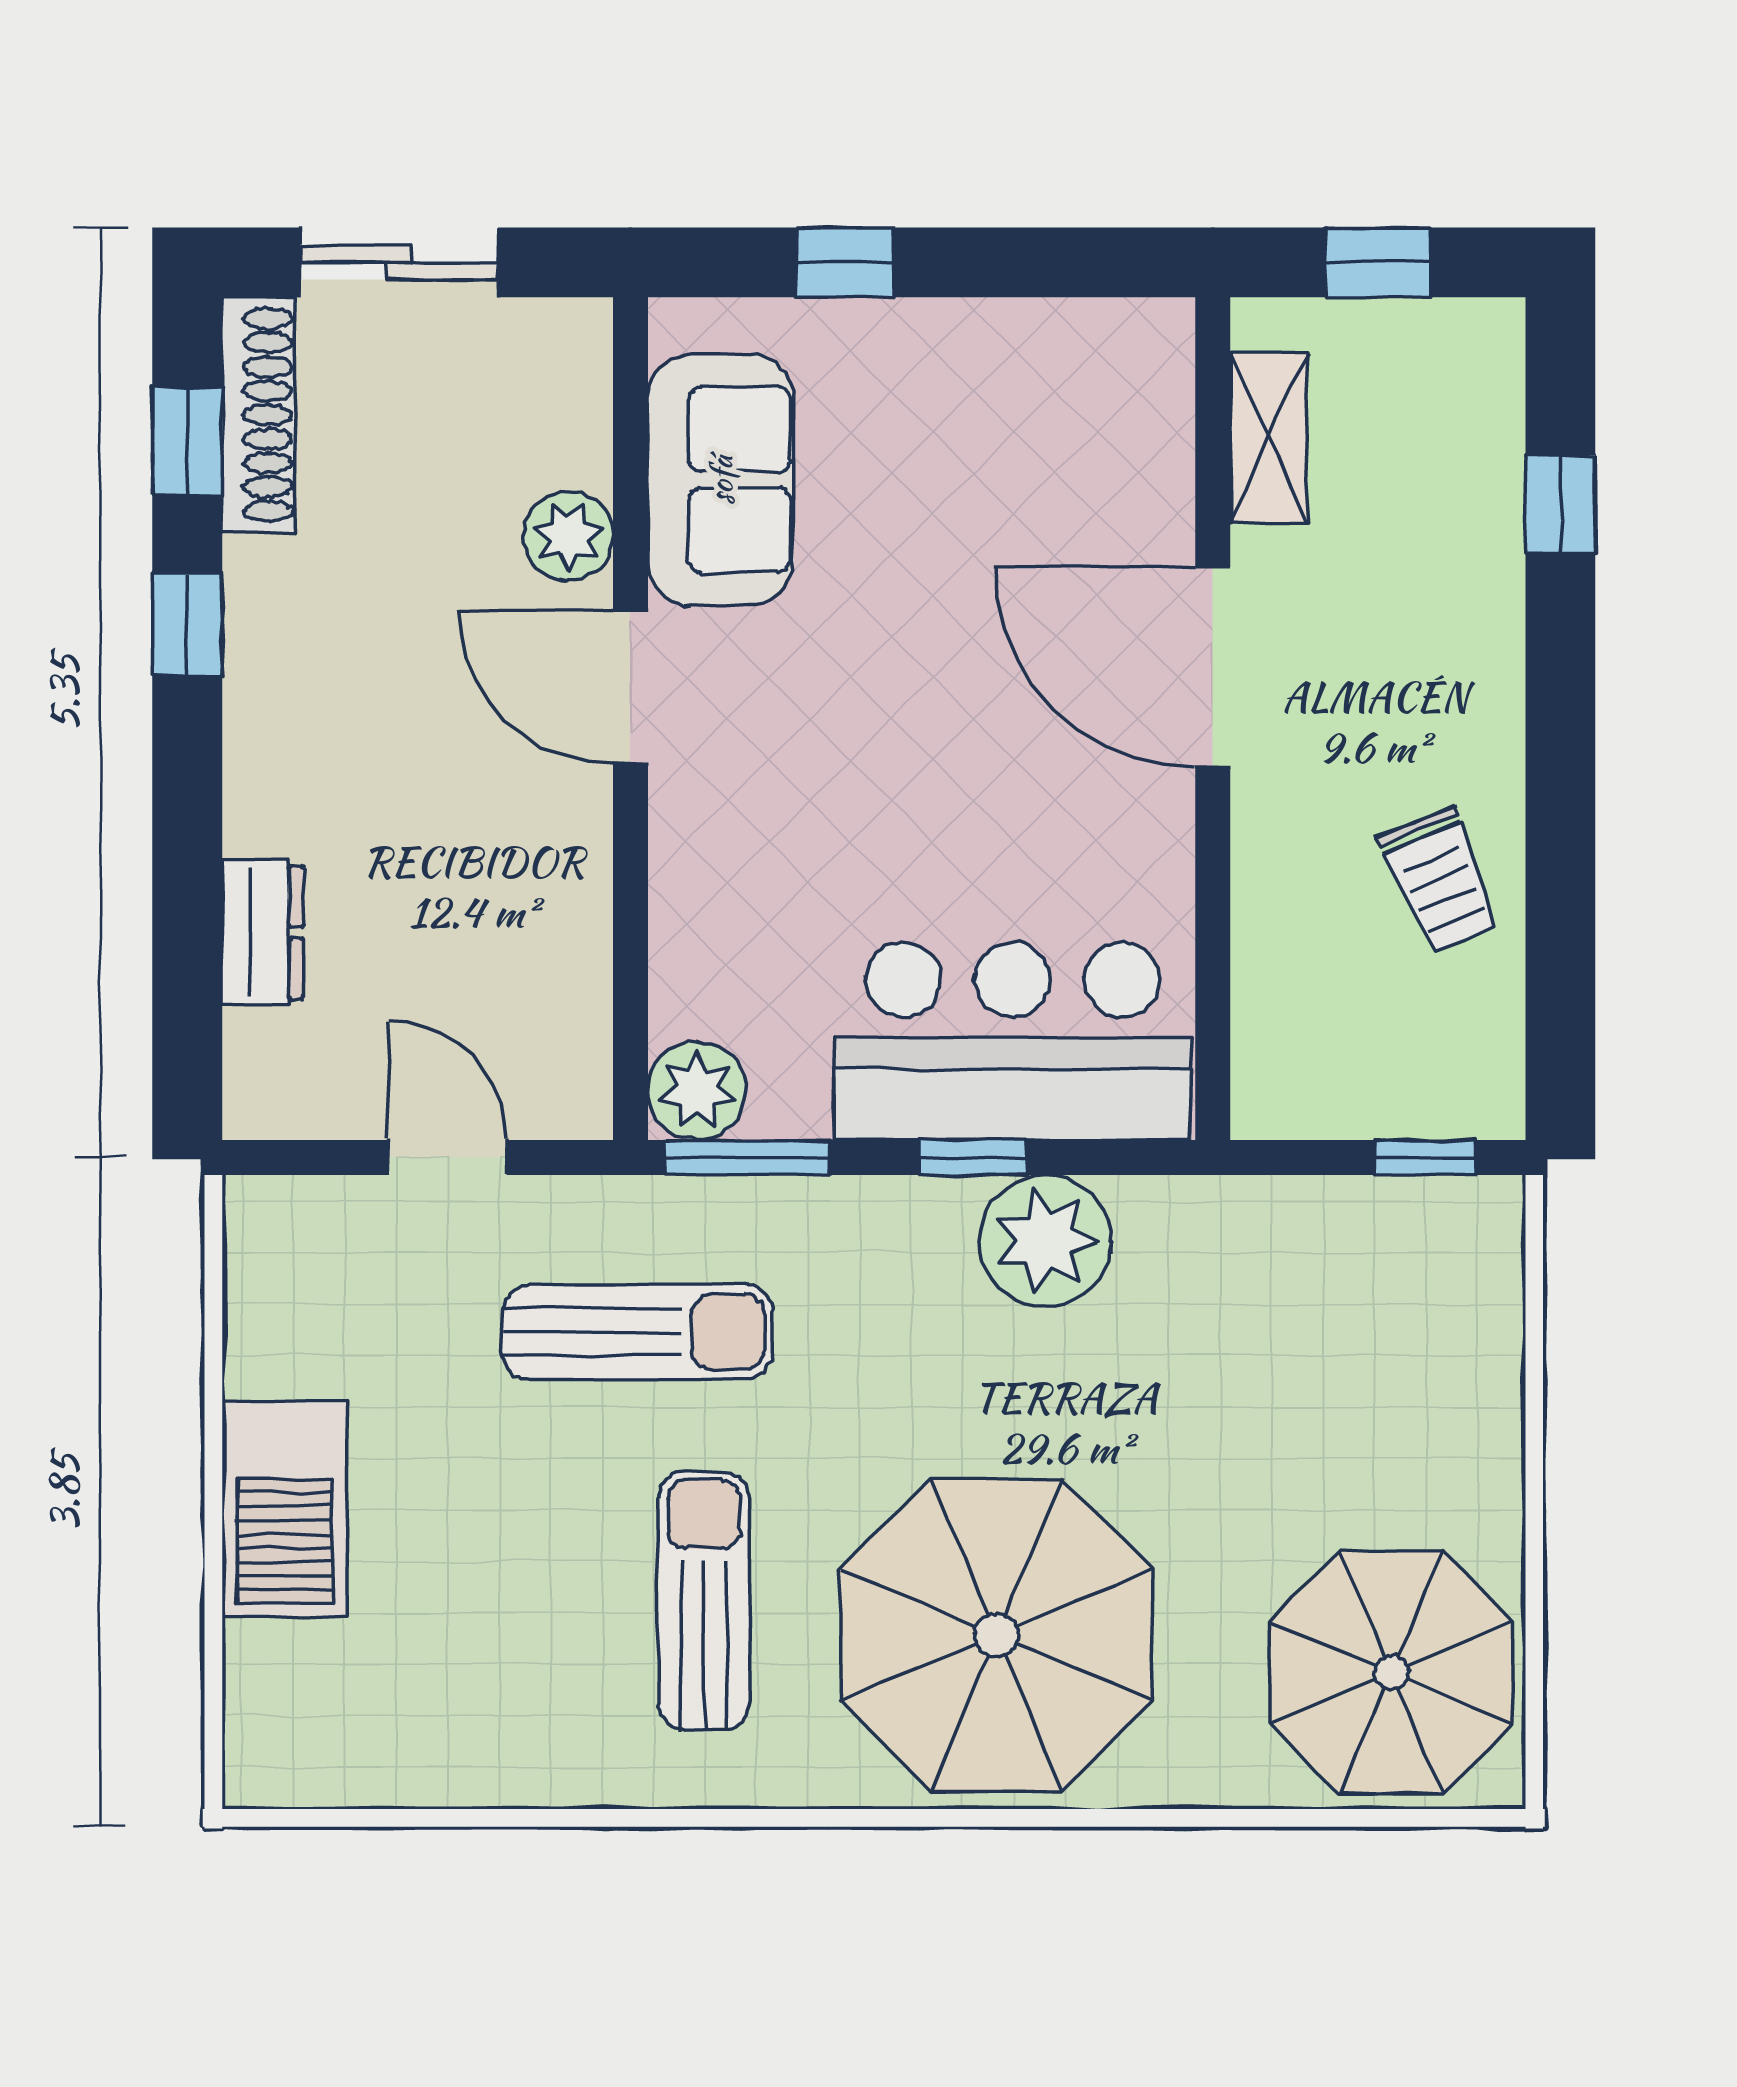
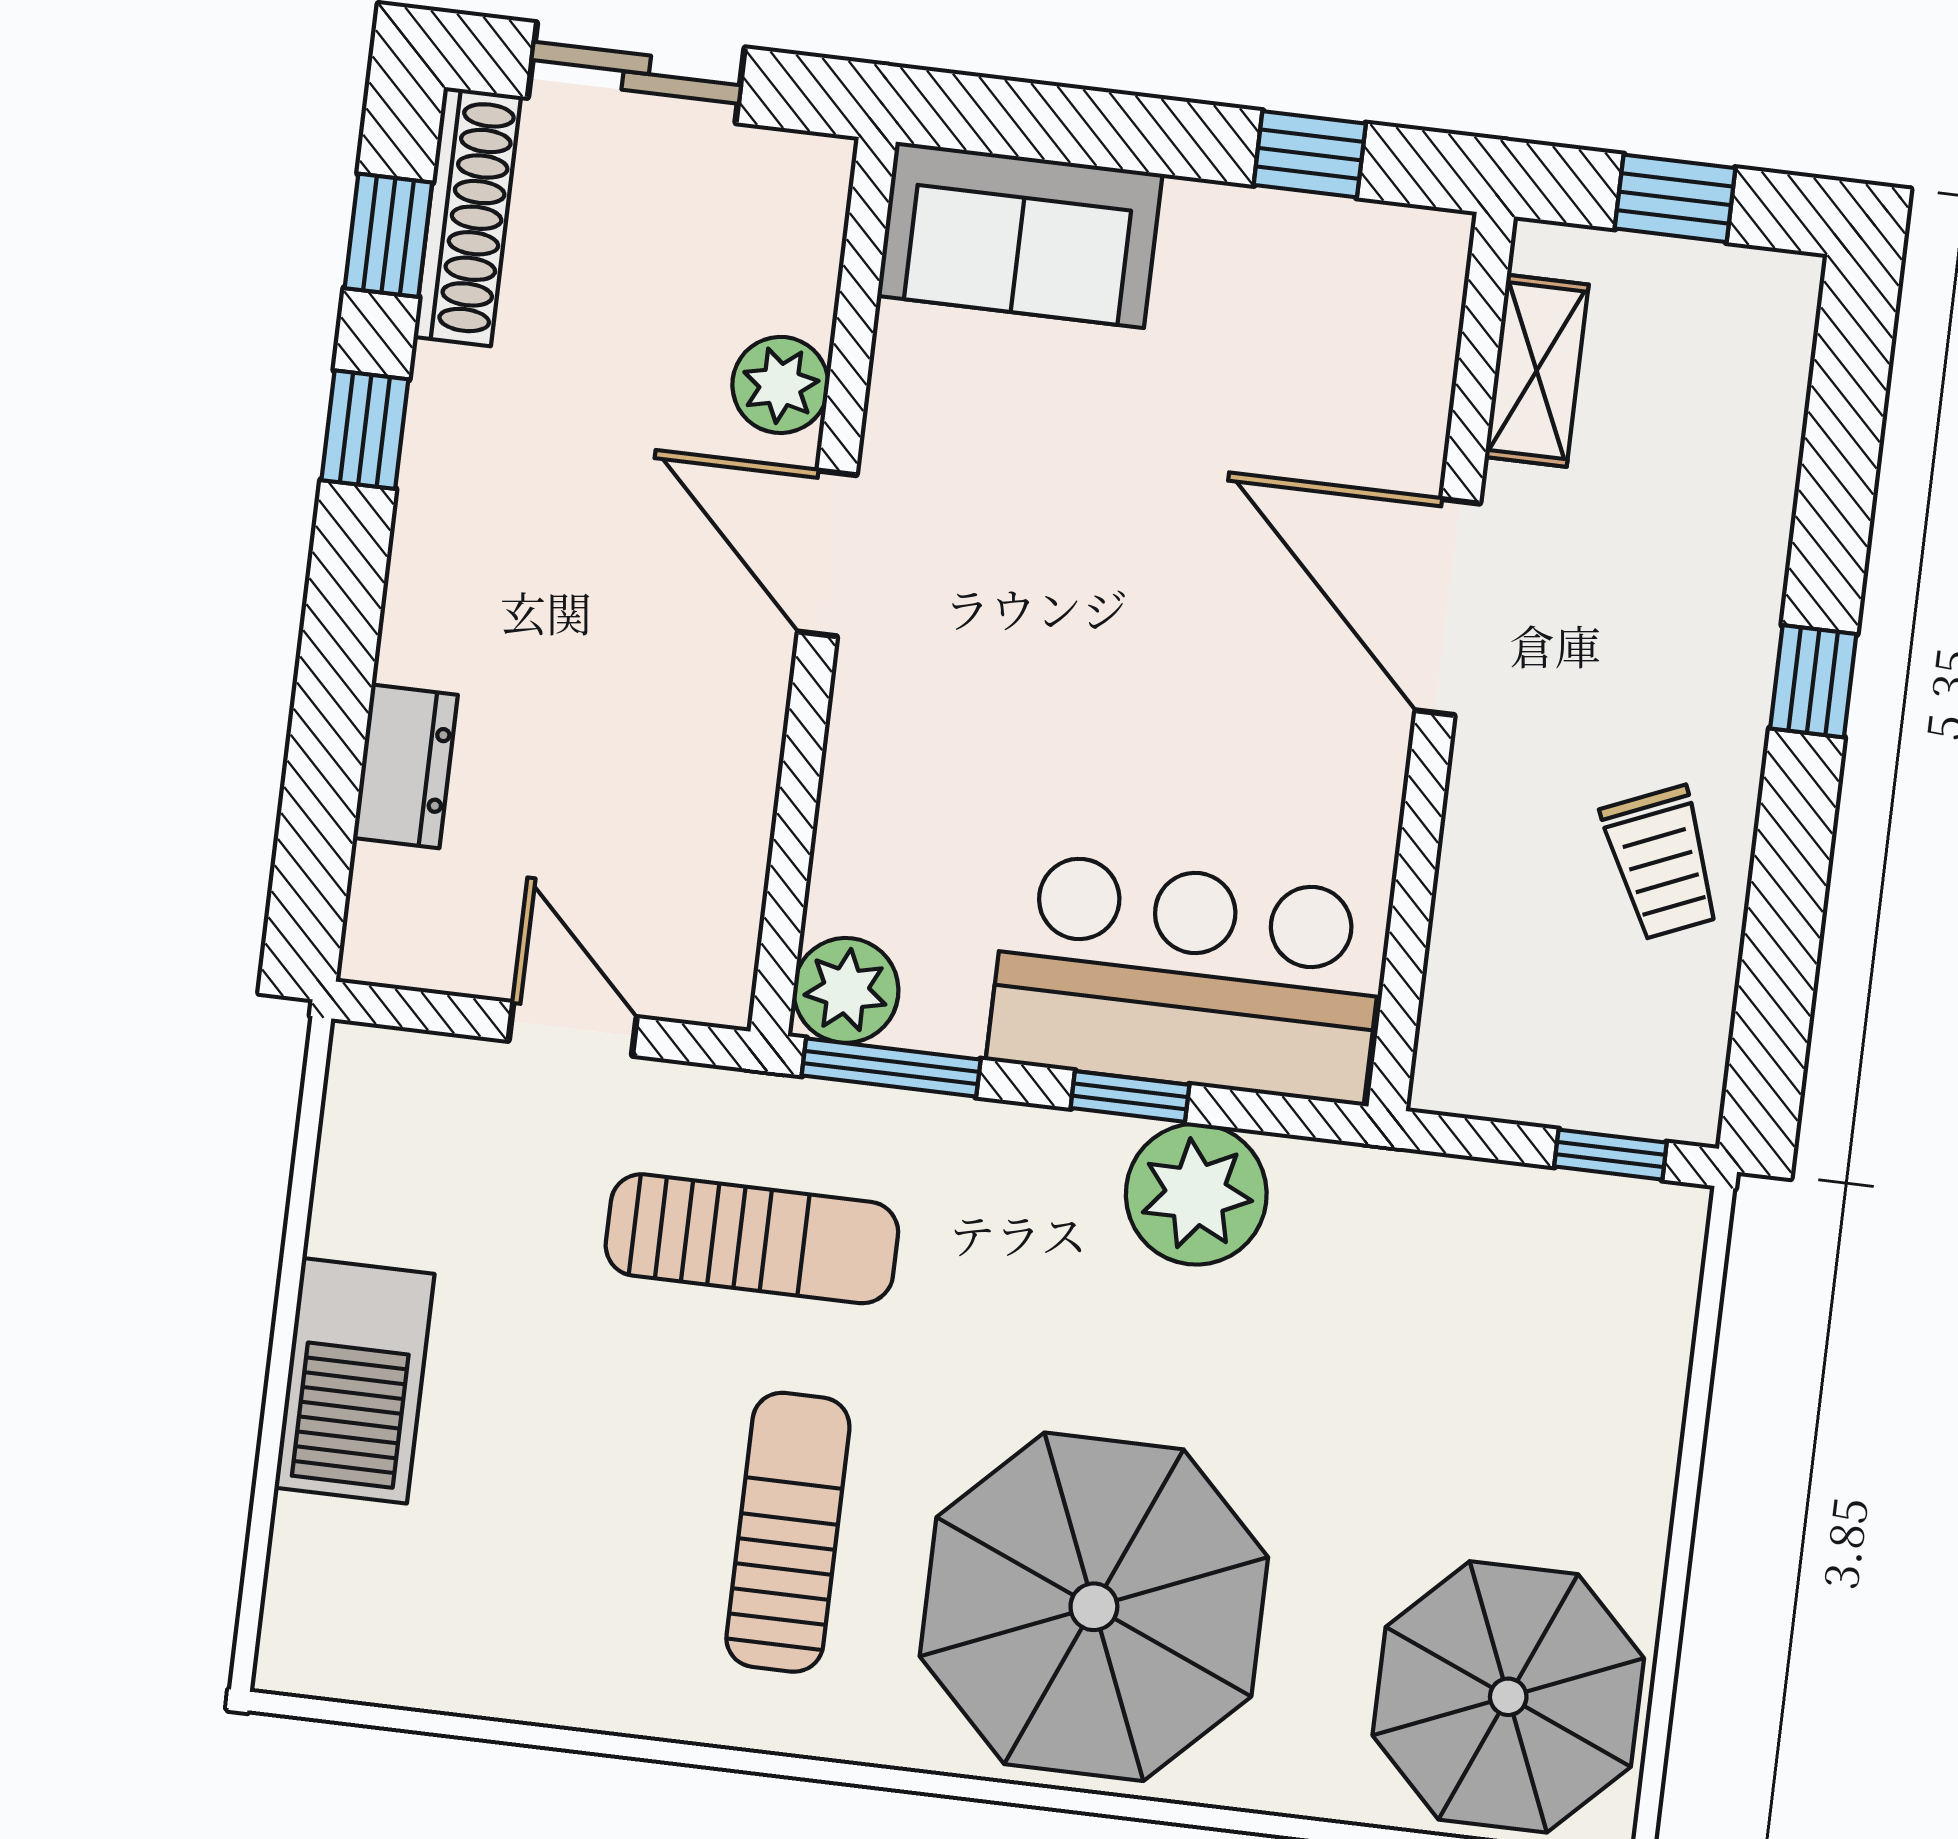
window: (845, 262) -> (1310, 154), moved
sofa: (721, 480) -> (1020, 235), moved, turned 90
window: (1560, 504) -> (1813, 681), moved

